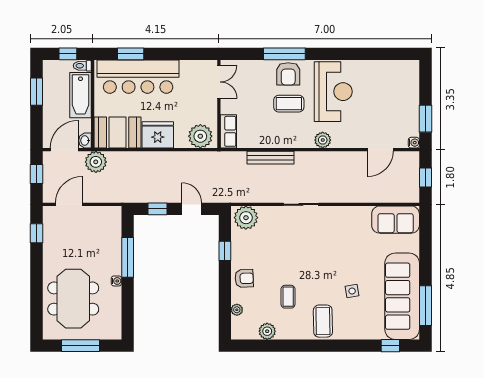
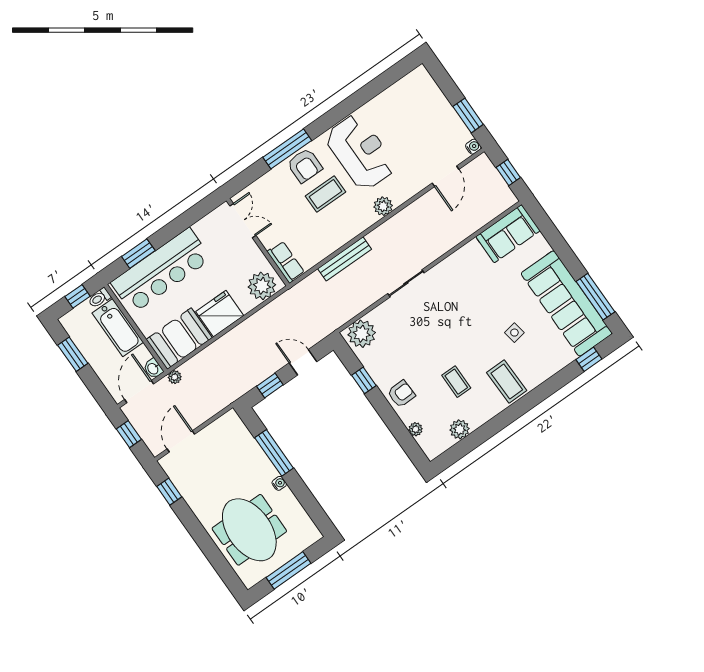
plant: (96, 162) -> (175, 377), width x0.53, depth x0.53

